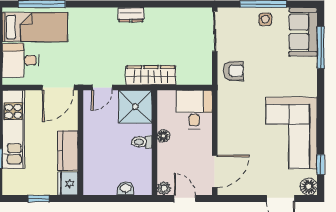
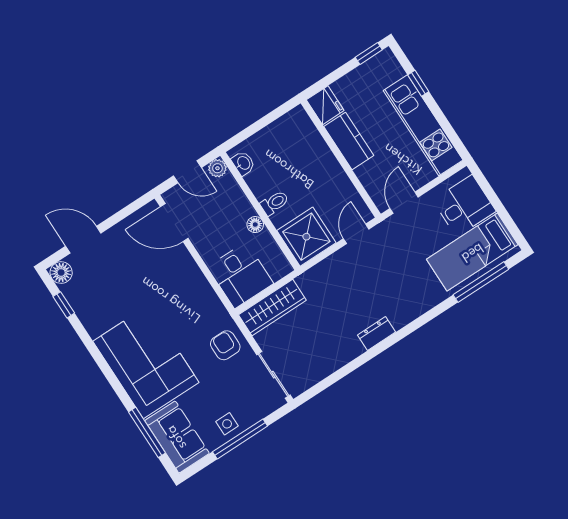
armchair: (233, 71) -> (225, 345), turned 90
wardrobe: (151, 75) -> (272, 307), moved
door: (58, 87) -> (404, 203), width x0.73
corner sofa: (292, 133) -> (146, 362), moved
door: (215, 171) -> (174, 223), hinge flipped
washbasin: (126, 188) -> (243, 163), moved, turned -90
window: (39, 199) -> (369, 54), moved

